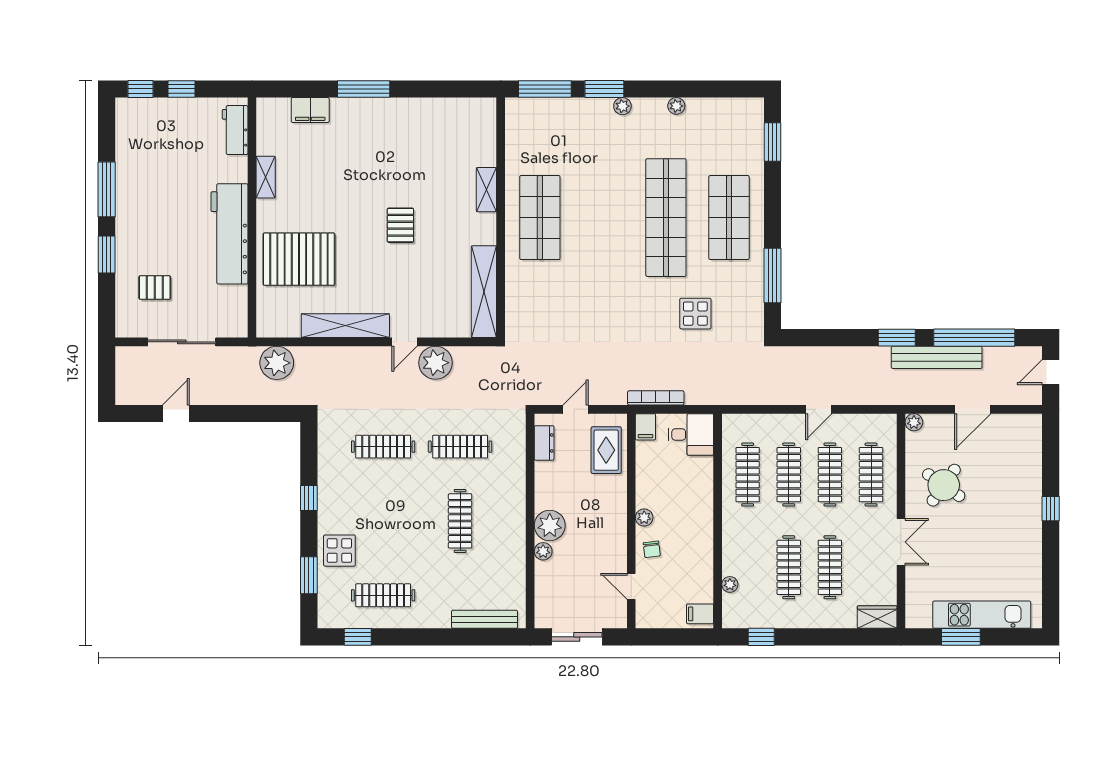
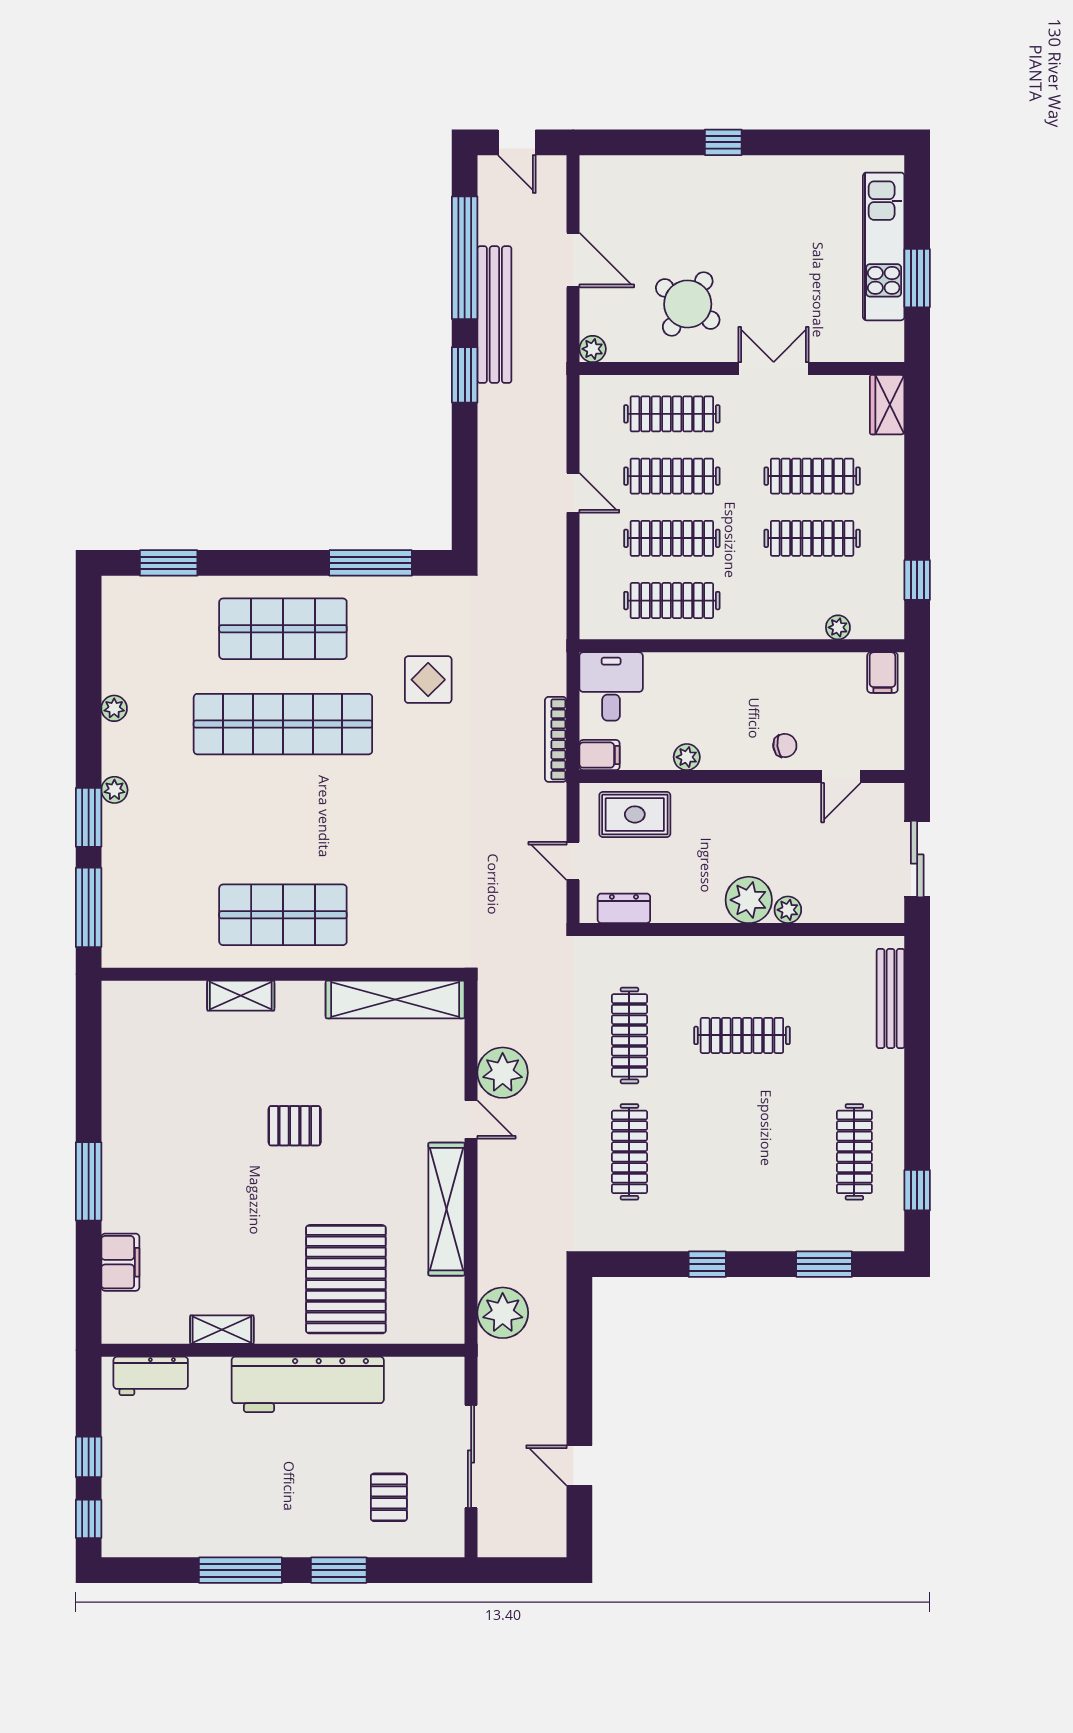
plant: (644, 517) -> (687, 757), moved
display table: (339, 551) -> (787, 1218), removed

